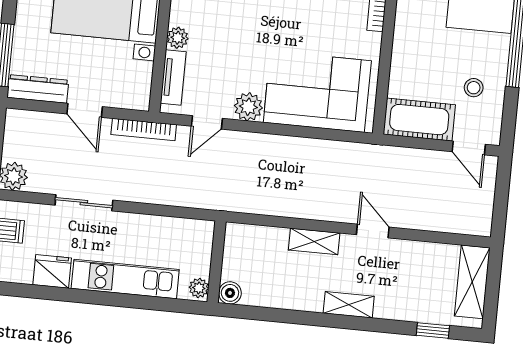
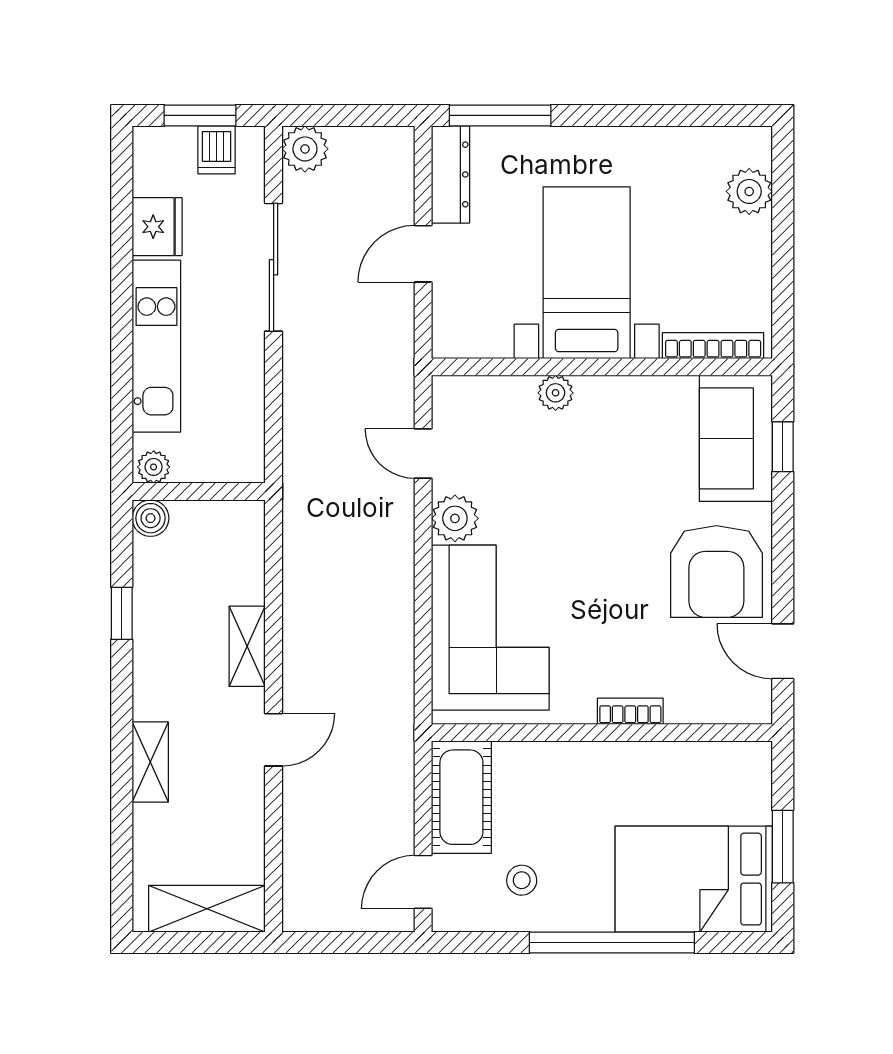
tv unit: (173, 77) -> (490, 392), removed
bookcase: (144, 130) -> (401, 352), removed
sliding door: (84, 203) -> (274, 267), width x1.37
shelving: (349, 305) -> (150, 762), moved
window: (433, 331) -> (122, 613), moved

